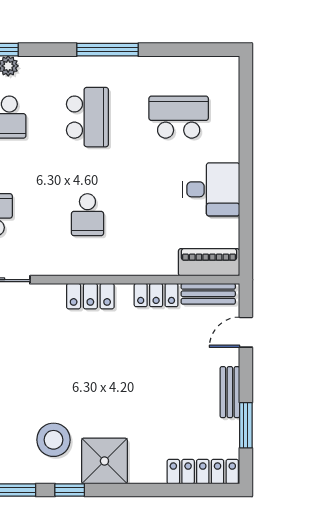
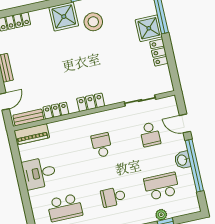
school desk: (87, 117) -> (113, 197), width x0.54

